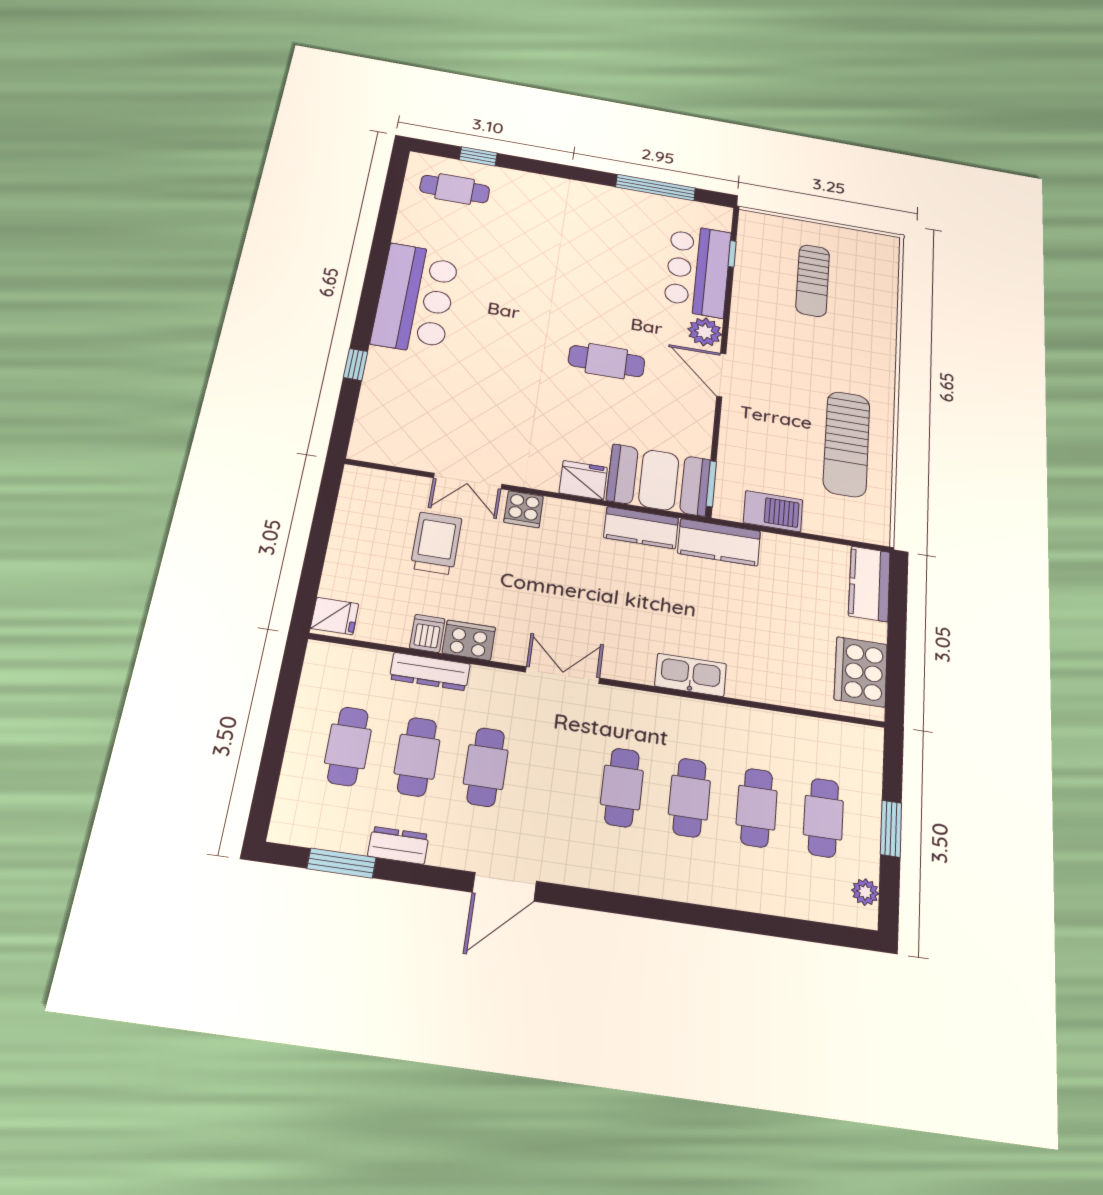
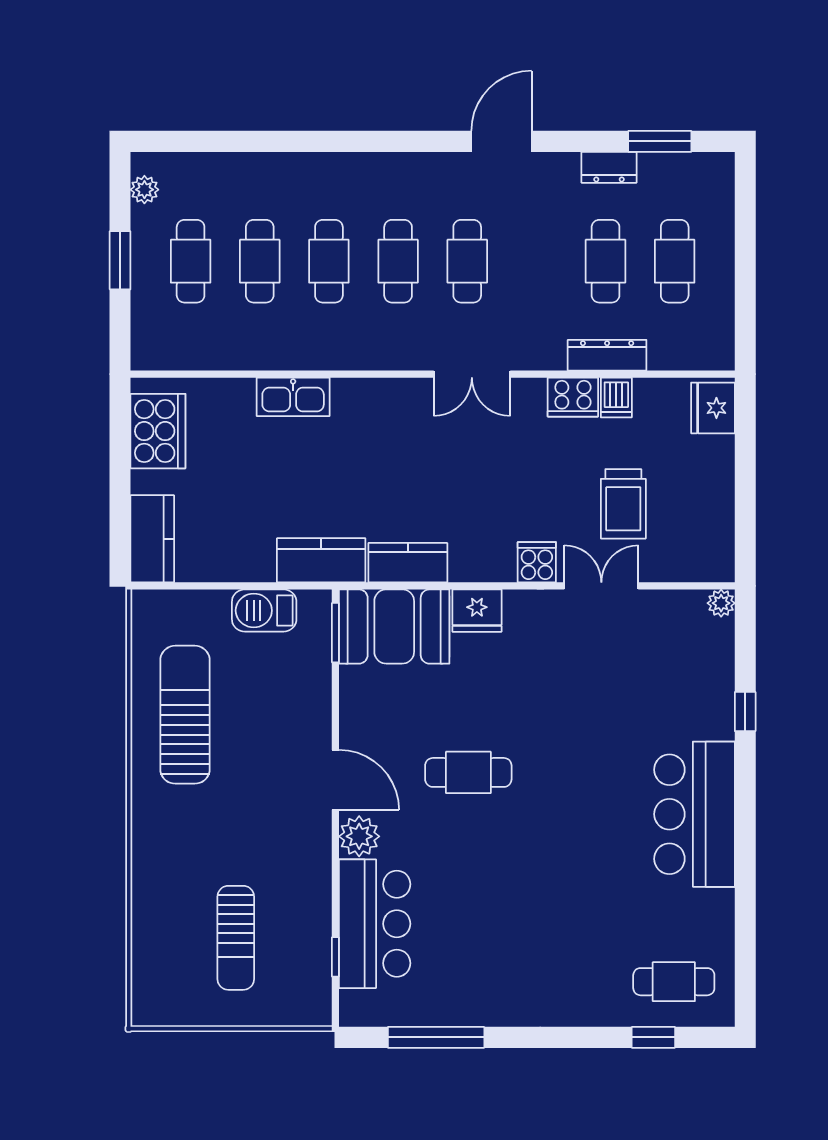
sun lounger: (813, 281) -> (236, 938), turned 180
plant: (361, 450) -> (721, 603), added
fridge: (335, 616) -> (713, 408), width x1.38
kitchen sink: (691, 675) -> (293, 397), moved
cafe table: (486, 767) -> (467, 261), moved

